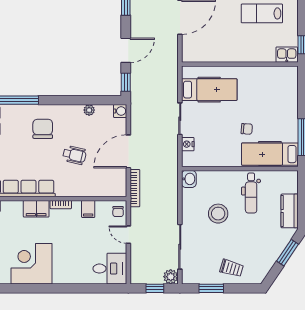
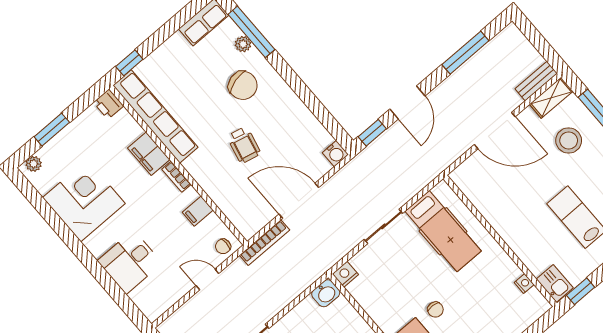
door: (126, 50) -> (407, 102), hinge flipped
nightstand: (273, 71) -> (524, 284), added
plant: (89, 110) -> (243, 44), moved
chair: (43, 129) -> (243, 85), turned 75
nightstand: (188, 144) -> (345, 274), moved
door: (128, 235) -> (207, 279), hinge flipped
desk: (110, 269) -> (130, 262), moved, turned 90

